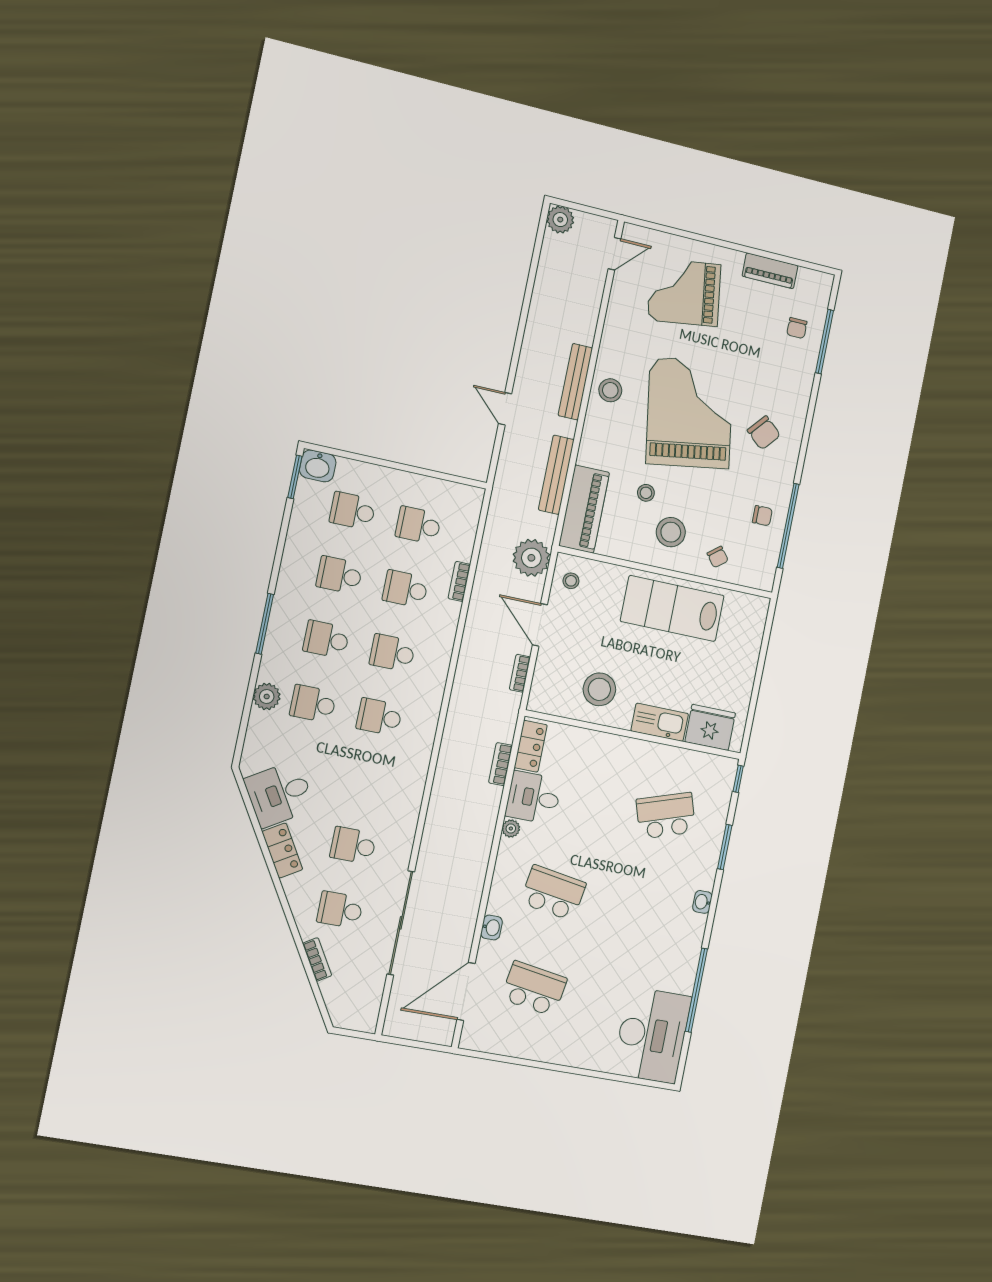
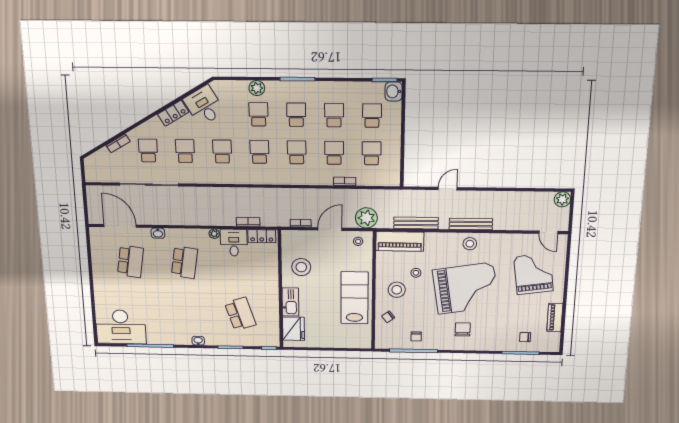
chair: (764, 433) -> (463, 329), turned 139
school desk: (366, 781) -> (222, 151), added

